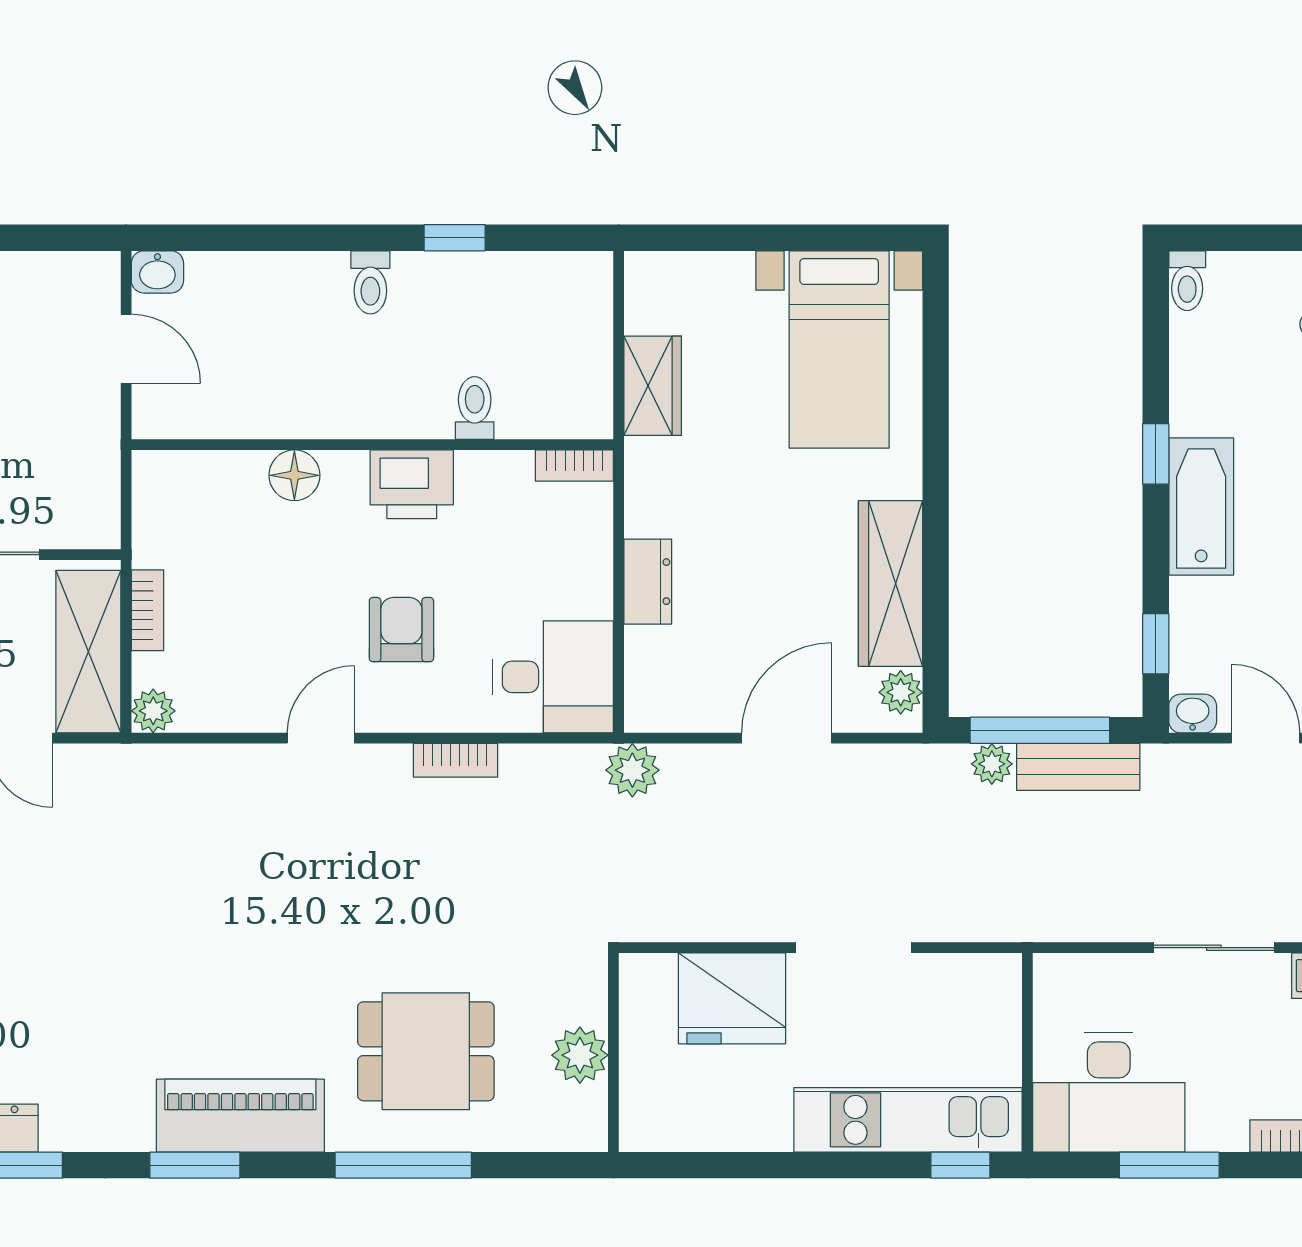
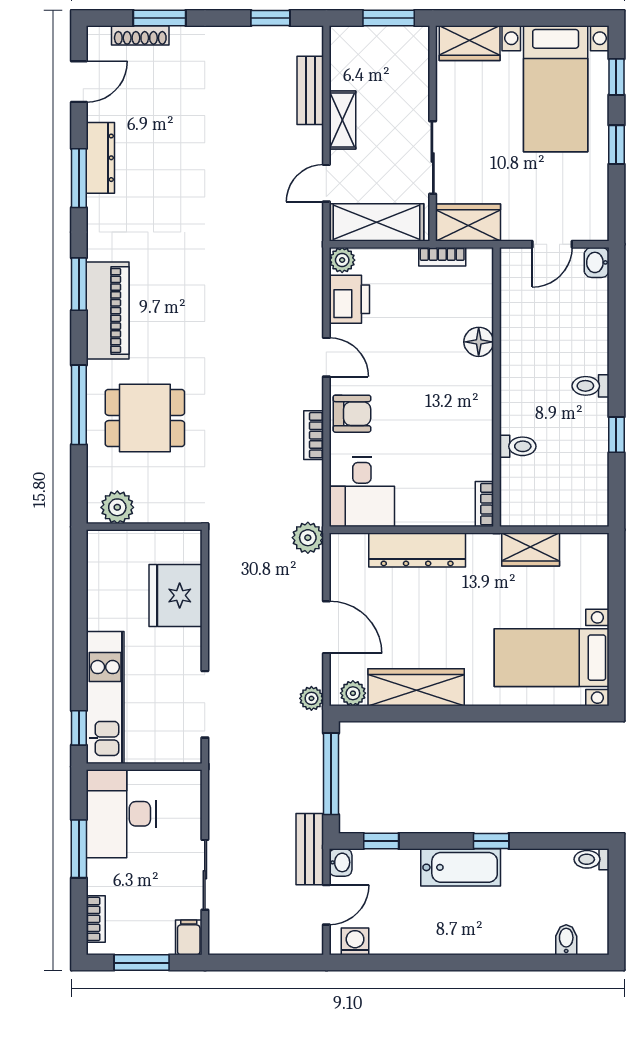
printer: (412, 484) -> (349, 299), moved, turned 180
wardrobe: (89, 494) -> (468, 223), added
dresser: (648, 582) -> (417, 550), width x1.96, depth x1.24
bookcase: (147, 610) -> (442, 257), moved
armchair: (401, 630) -> (352, 414), moved
plant: (992, 764) -> (311, 698), moved
bench: (1078, 767) -> (310, 849), moved
doorway: (854, 948) -> (205, 704), moved
dining table: (426, 1051) -> (145, 418), turned 90
plant: (580, 1055) -> (117, 507), moved

